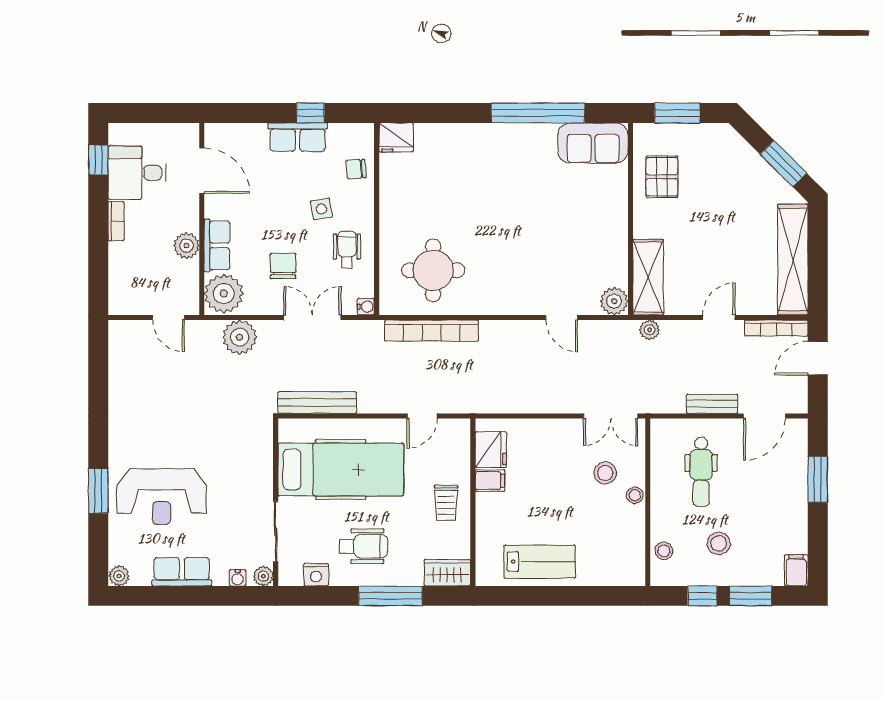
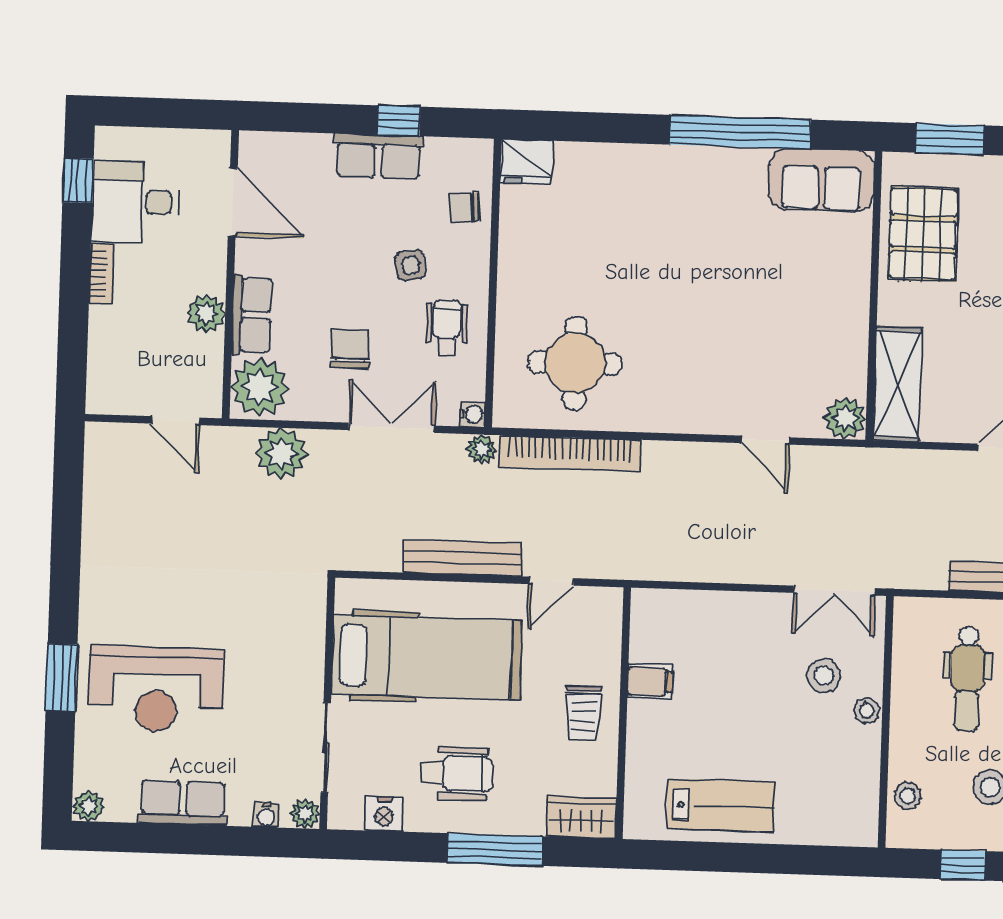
pallet: (662, 177) -> (923, 234), width x1.50, depth x1.42
plant: (650, 330) -> (482, 449), moved
bench: (317, 403) -> (462, 558), moved
fridge: (491, 450) -> (653, 635), removed

